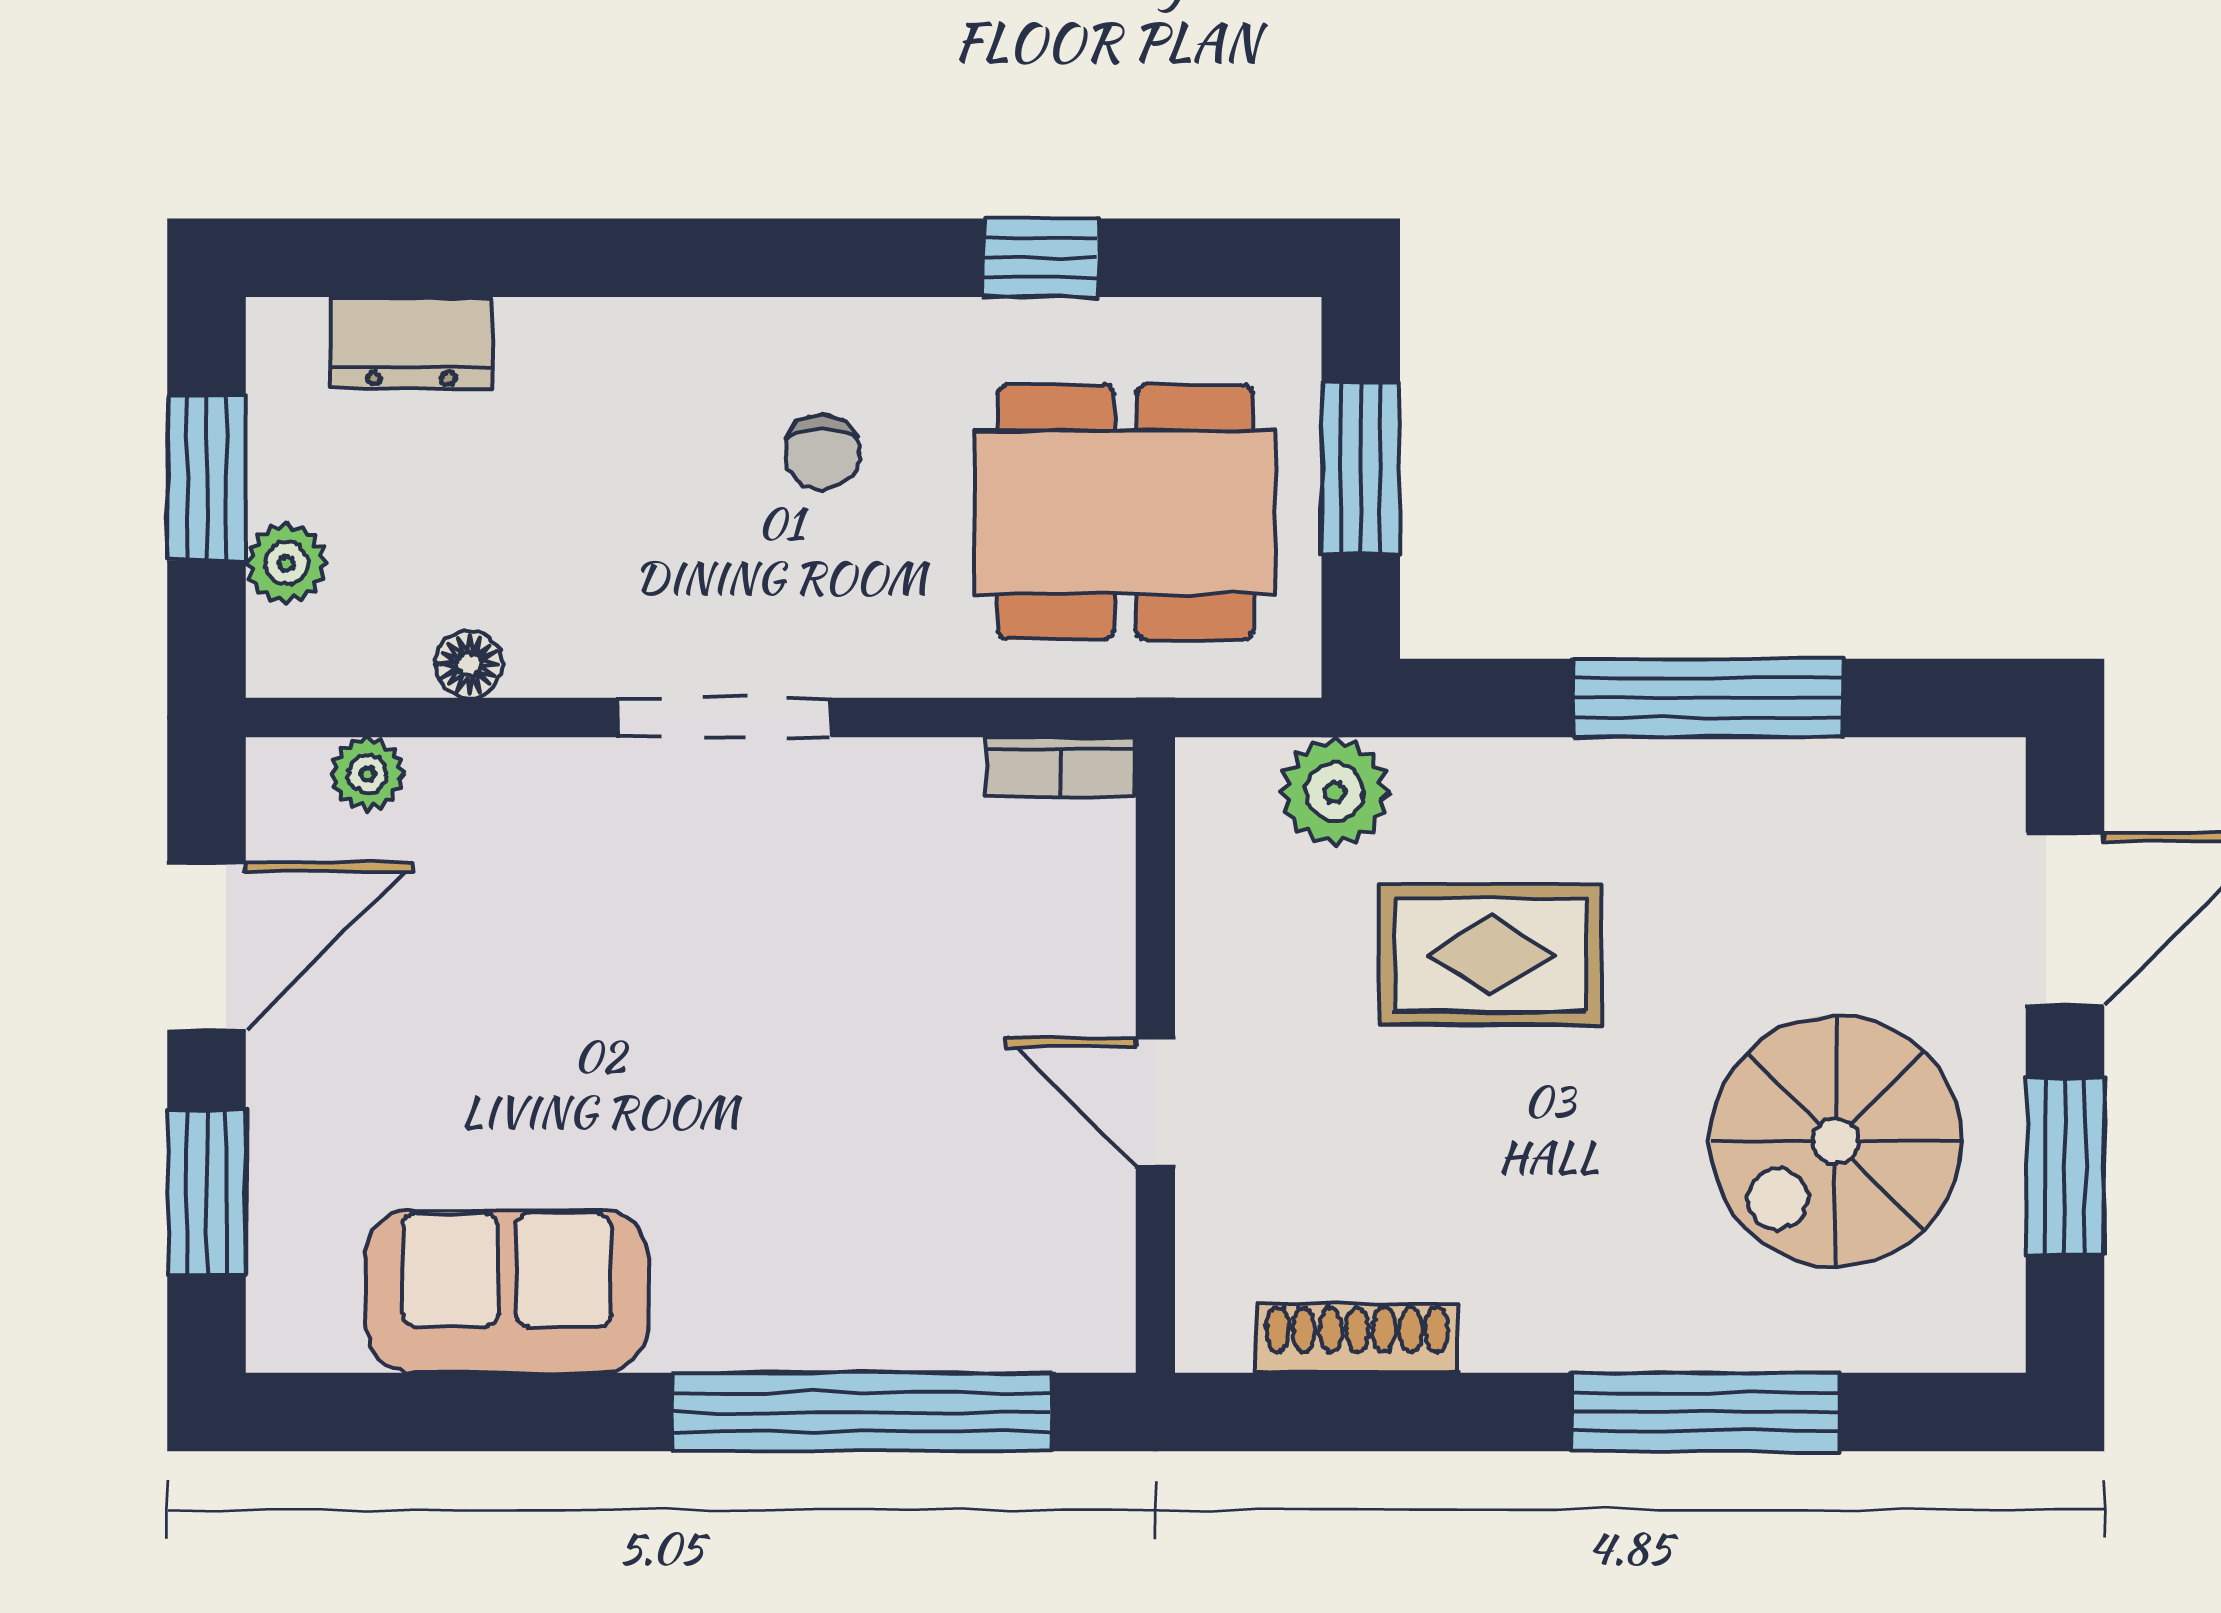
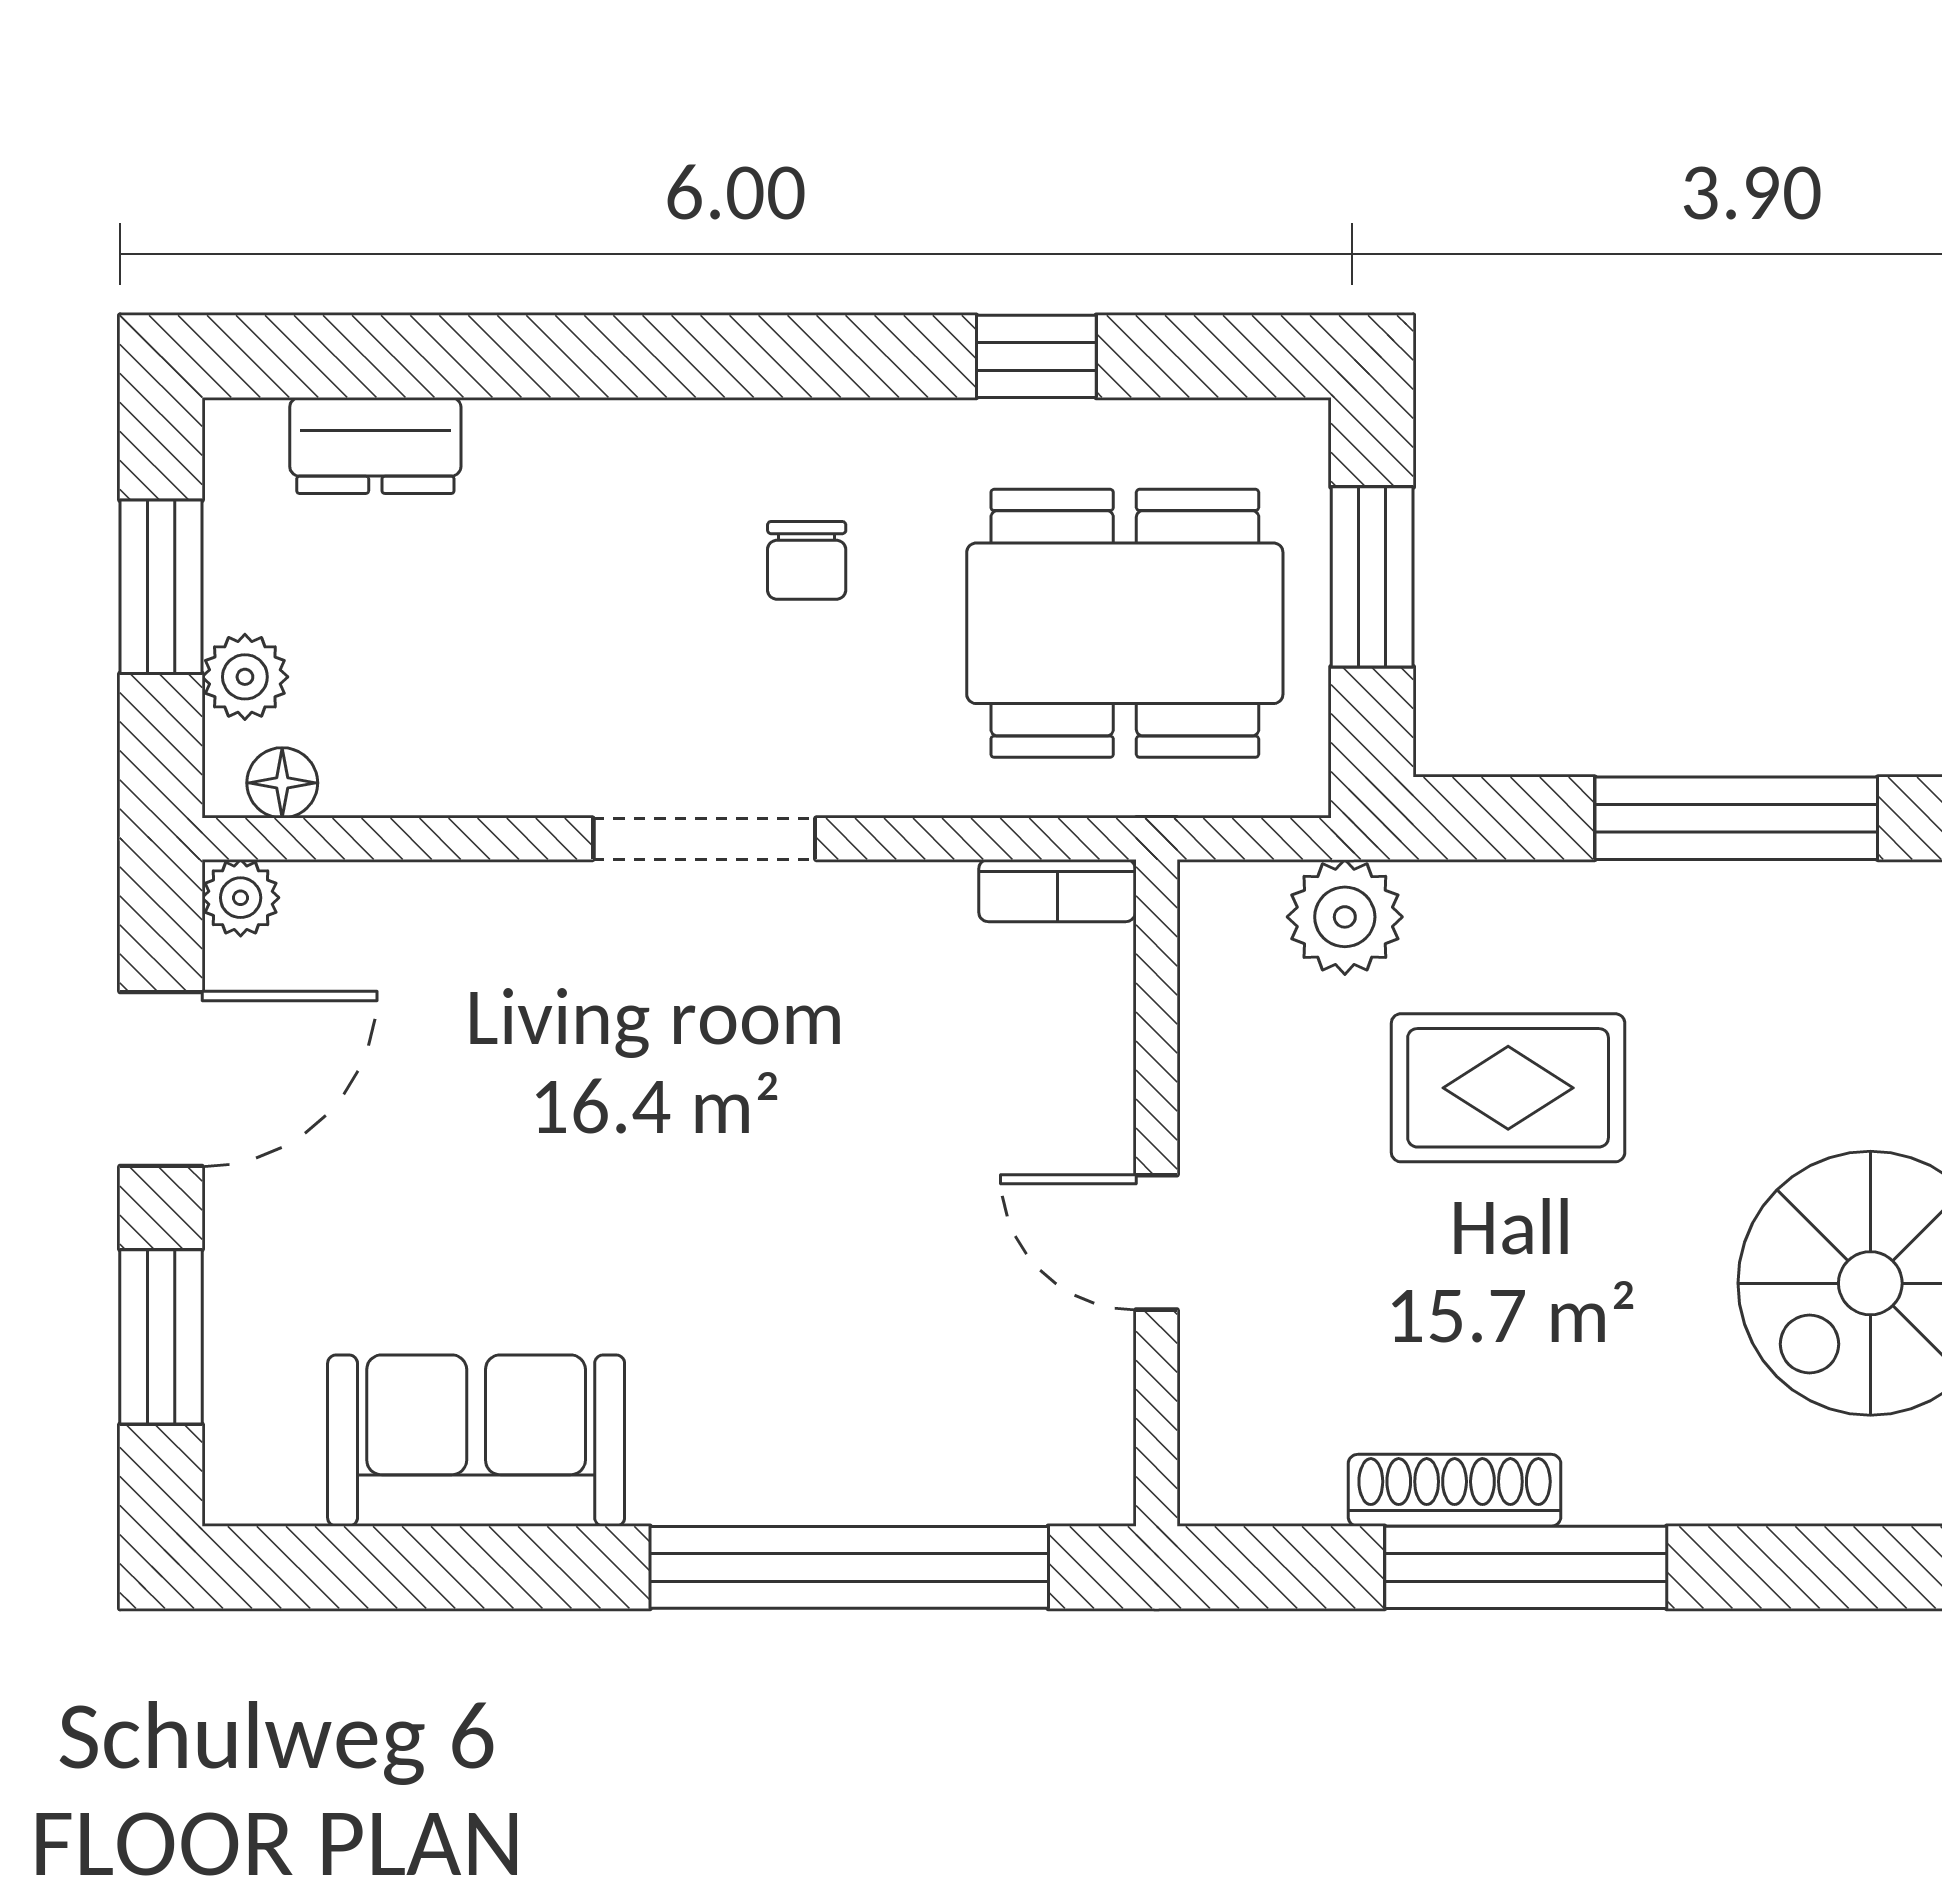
floor lamp: (469, 664) -> (282, 783), moved
plant: (368, 774) -> (241, 898), moved
shoe rack: (1357, 1338) -> (1455, 1490), moved
window: (1705, 1412) -> (1526, 1567), moved

